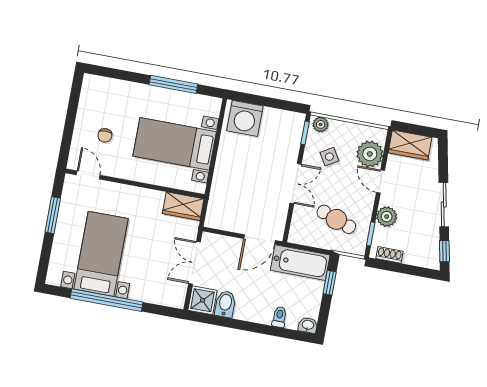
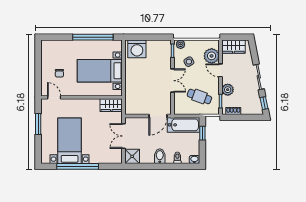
window: (173, 84) -> (93, 37), width x1.46
bidet: (225, 304) -> (160, 156), moved

